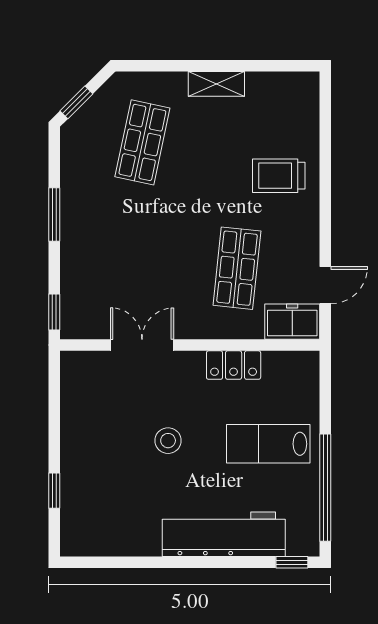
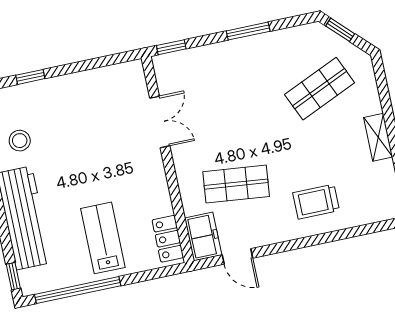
shop shelf: (142, 142) -> (320, 89), turned -36
trolley: (279, 176) -> (316, 202), turned -90
locker: (234, 365) -> (168, 239), moved
stool: (168, 441) -> (20, 141), moved

